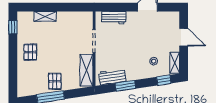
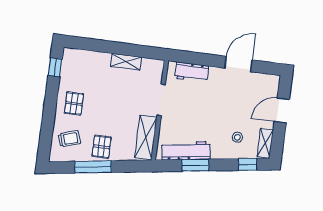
shelving: (45, 16) -> (126, 62), moved
door: (184, 37) -> (282, 111), swing flipped
workbench: (112, 77) -> (186, 151), width x1.38
trolley: (30, 79) -> (69, 139), added

